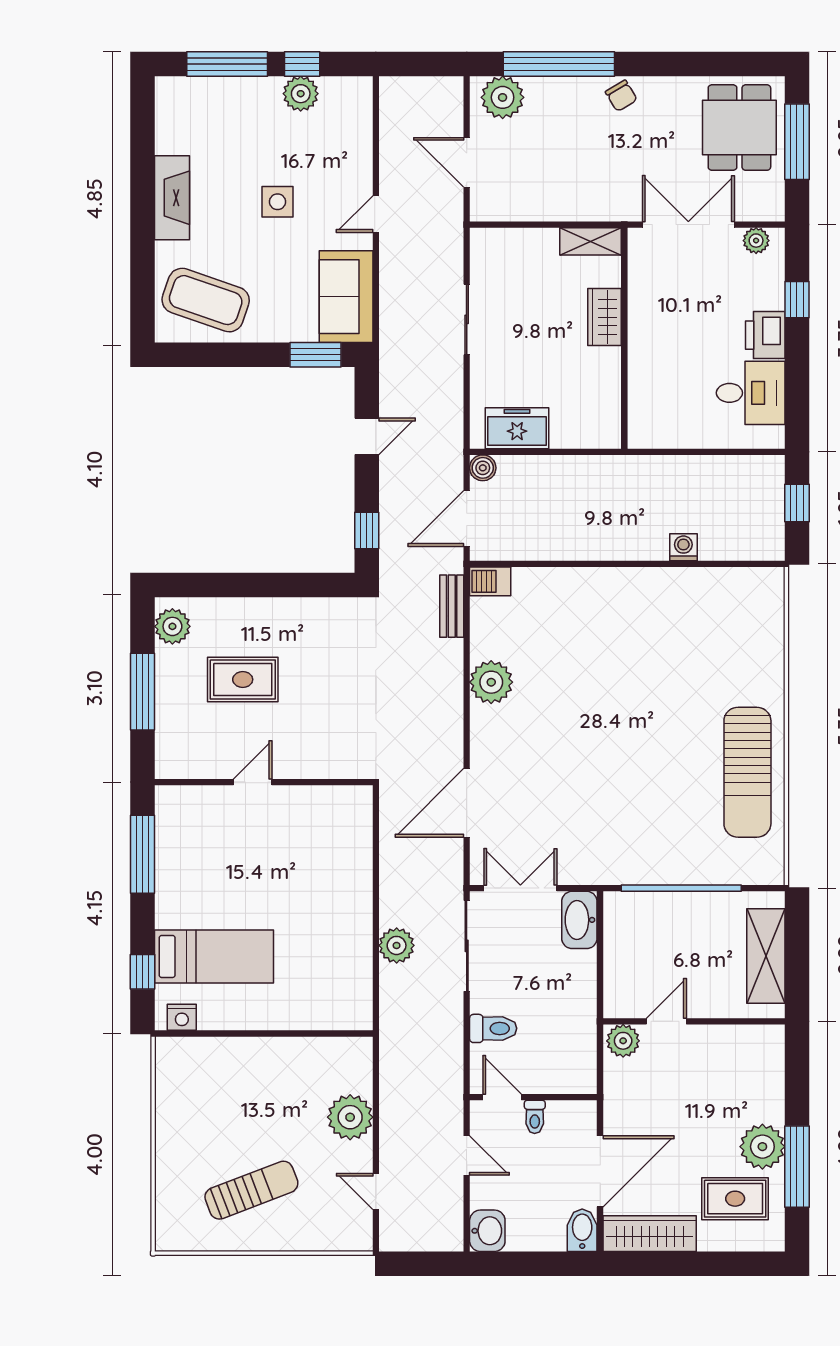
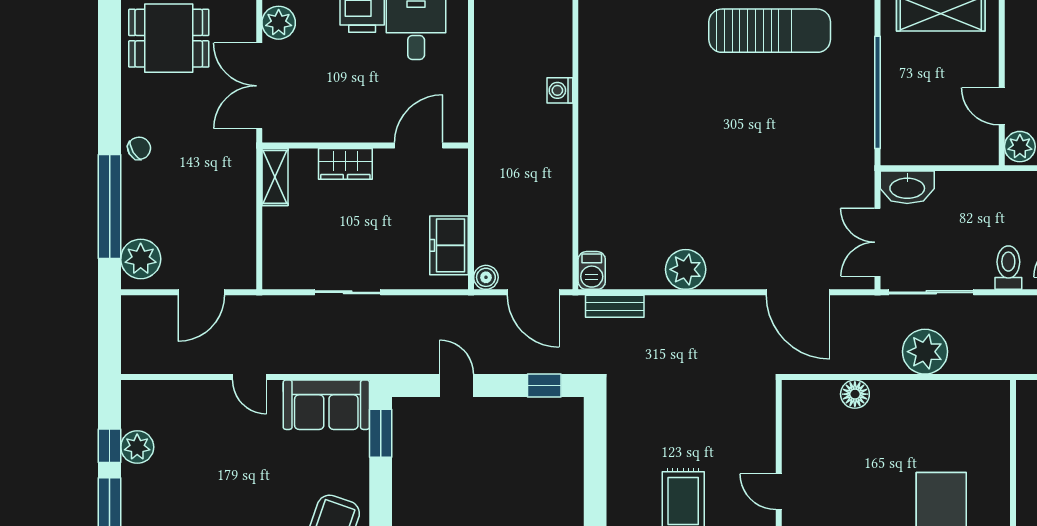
side table: (278, 202) -> (238, 469), removed
plant: (756, 241) -> (279, 23), width x1.38, depth x1.38
door: (624, 396) -> (419, 145), added
floor lamp: (357, 864) -> (855, 394), added
plant: (397, 945) -> (925, 352), width x1.36, depth x1.36

